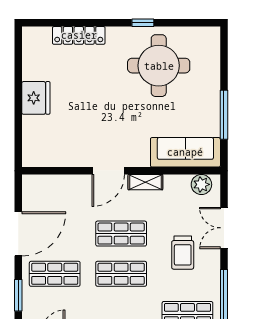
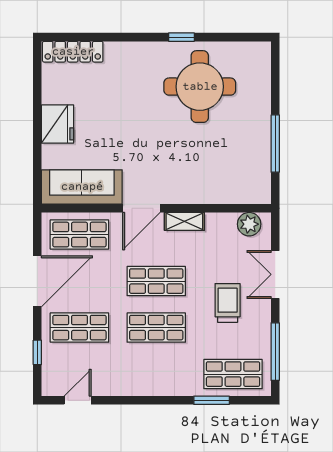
locker: (79, 35) -> (73, 52), moved
sofa: (185, 152) -> (82, 187), moved
shop shelf: (55, 193) -> (79, 235), added
trolley: (183, 253) -> (228, 303), turned 180
window: (18, 295) -> (37, 352), width x0.67

